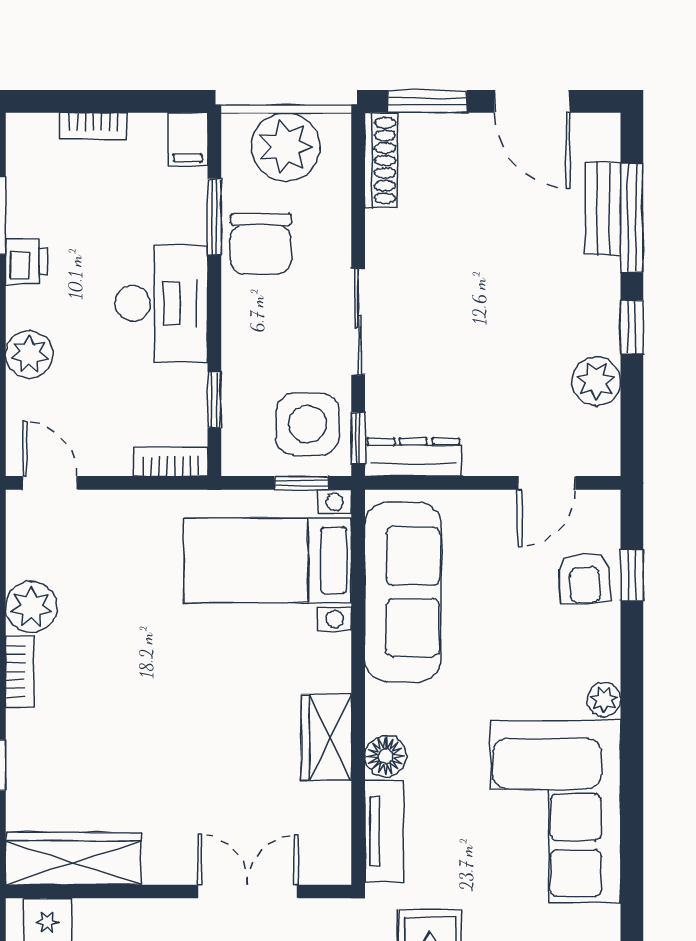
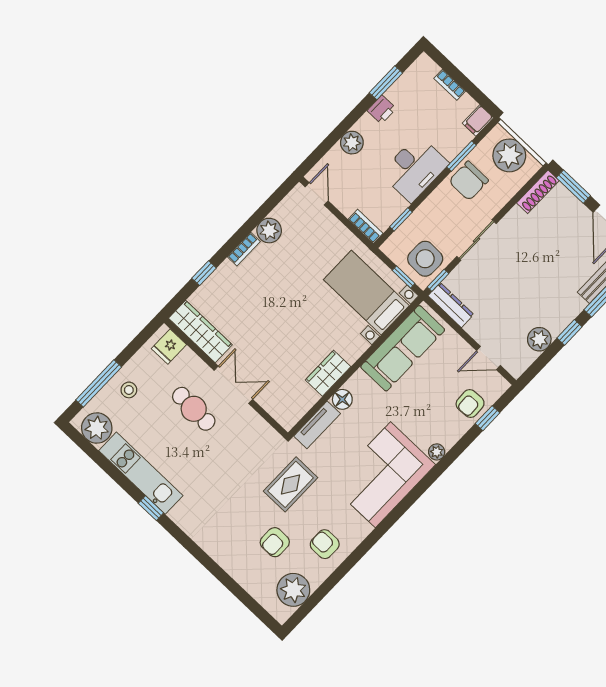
double door: (248, 892) -> (233, 385), moved

